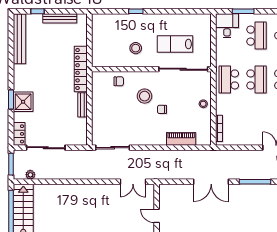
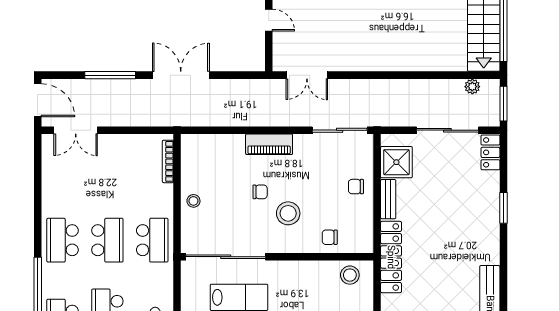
stool: (136, 48) -> (350, 275), moved
school desk: (257, 79) -> (107, 240), turned 180
shower: (23, 102) -> (396, 162), moved
chair: (103, 113) -> (356, 187), added
piano: (181, 139) -> (269, 144), moved
double door: (133, 182) -> (307, 75), swing flipped

